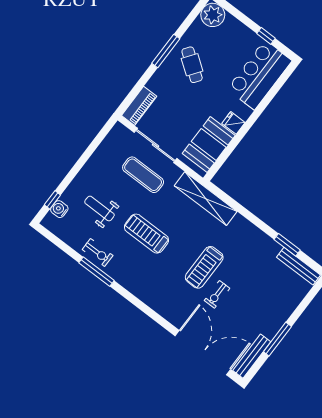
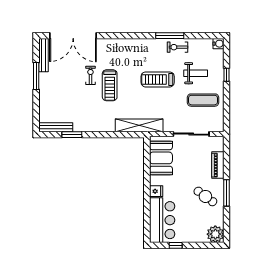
piano: (139, 106) -> (218, 165), moved
fridge: (233, 123) -> (156, 191), moved
exercise mat: (143, 175) -> (203, 100), moved
window: (52, 200) -> (227, 75), moved
water cooler: (59, 209) -> (219, 44), moved
treadmill: (147, 234) -> (158, 79), turned 180
treadmill: (204, 267) -> (110, 85), turned 180

